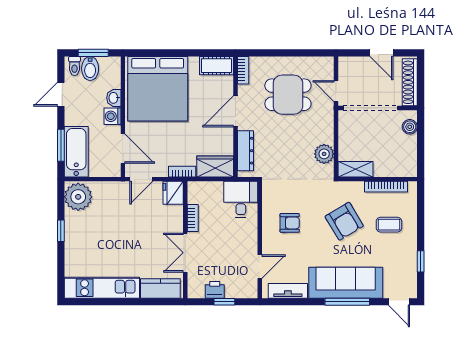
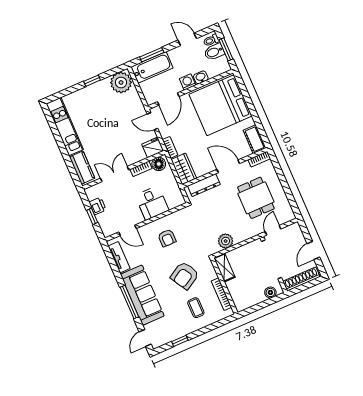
floor lamp: (196, 194) -> (159, 164), added
desk: (241, 199) -> (152, 203), moved, turned 90

